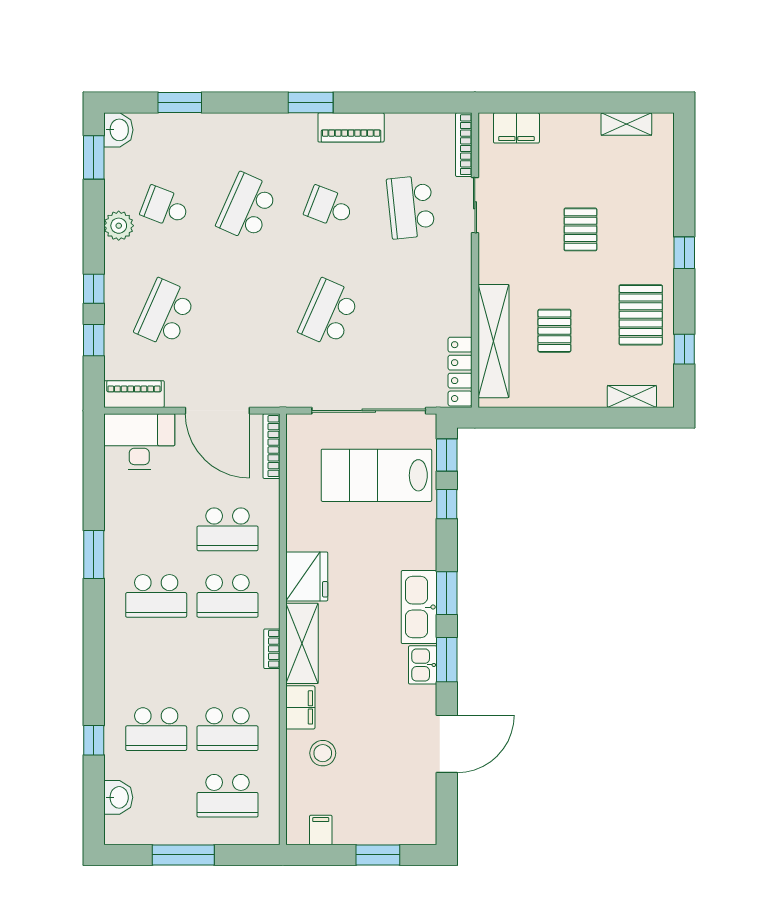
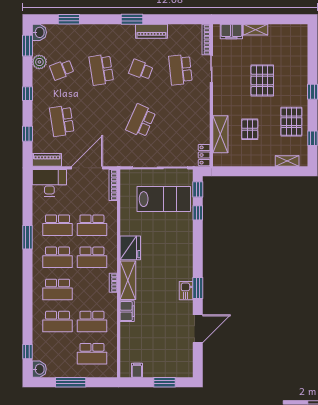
shelving: (626, 124) -> (256, 30), moved
school desk: (165, 207) -> (62, 70), turned -42
school desk: (247, 207) -> (101, 70), turned -33
plant: (119, 226) -> (39, 62), moved
pallet: (580, 229) -> (262, 80), width x1.50, depth x1.42
window: (94, 289) -> (27, 94), moved
school desk: (165, 313) -> (62, 121), turned -33
shelving: (493, 341) -> (220, 134), width x0.68
locker: (460, 372) -> (204, 155), width x0.66
door: (217, 411) -> (87, 168), swing flipped
lab bench: (376, 475) -> (164, 199), turned 180
school desk: (156, 529) -> (58, 225), added
window: (447, 593) -> (198, 256), removed
kitchen sink: (419, 607) -> (184, 263), removed
school desk: (156, 663) -> (58, 289), added
window: (94, 740) -> (27, 352), moved
stool: (323, 753) -> (138, 333), removed
washbasin: (118, 797) -> (39, 369), moved

